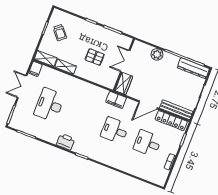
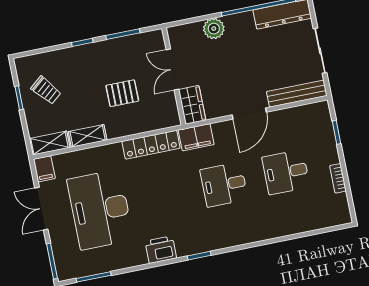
desk: (49, 105) -> (100, 210), width x1.36, depth x1.30
locker: (171, 121) -> (151, 145), moved

